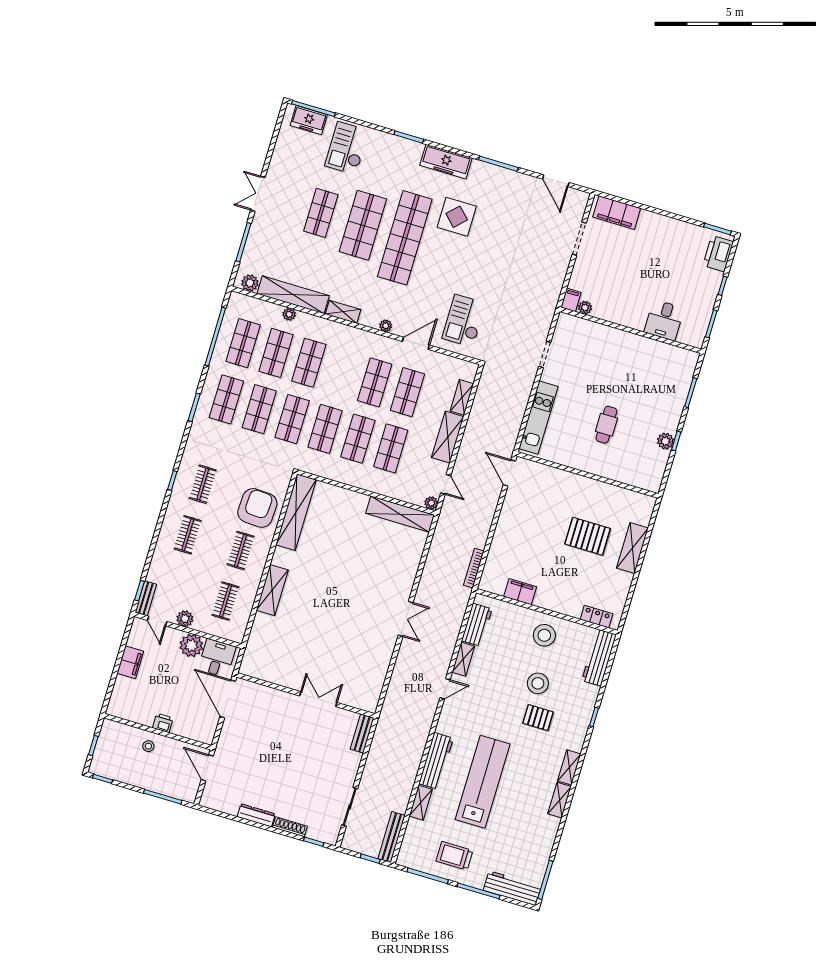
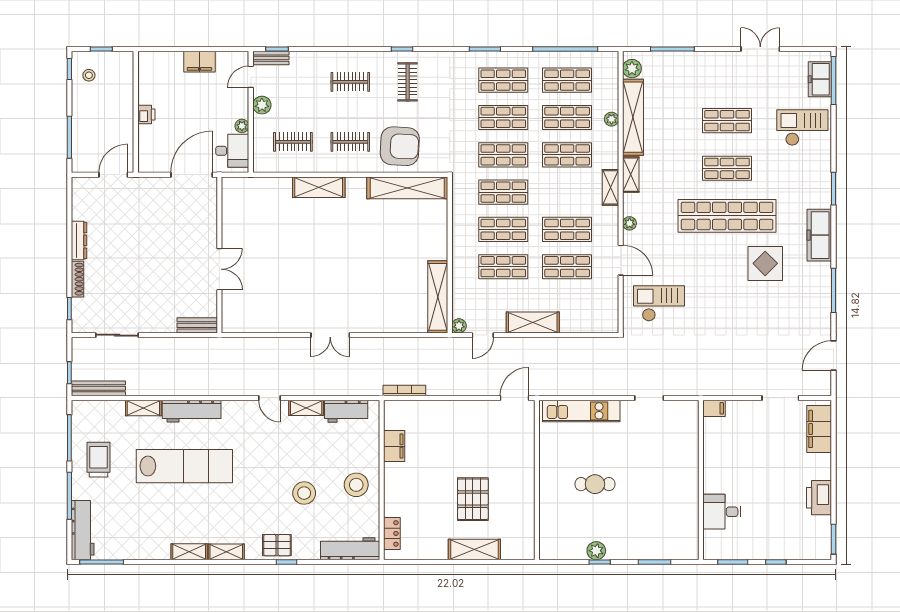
double door: (258, 194) -> (760, 49), moved
shop shelf: (363, 225) -> (727, 168), width x0.70, depth x0.74
printer: (718, 254) -> (819, 498), moved, turned -90
plant: (585, 308) -> (710, 425), removed
shelving: (462, 397) -> (610, 187), moved, turned 90
clothes rail: (203, 484) -> (408, 82), turned 90
plant: (191, 645) -> (242, 126), width x0.53, depth x0.53
pallet: (538, 718) -> (277, 545), moved, turned 90
stool: (148, 746) -> (89, 75), moved

